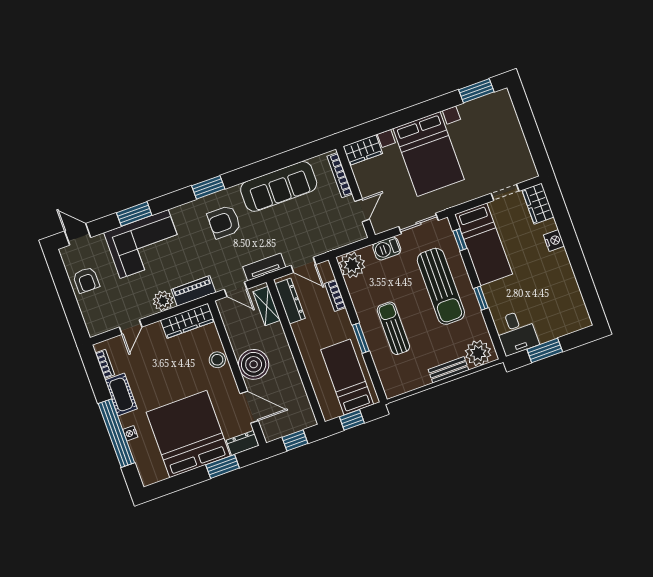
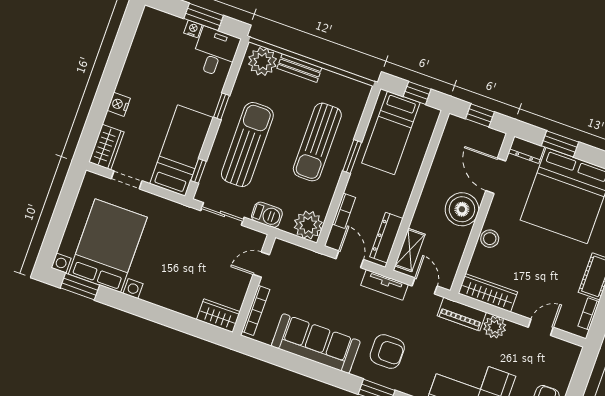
bed with nightstands: (429, 154) -> (108, 246), moved
sun lounger: (393, 328) -> (317, 142), width x1.36, depth x1.34
nightstand: (545, 336) -> (193, 29), added

